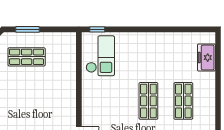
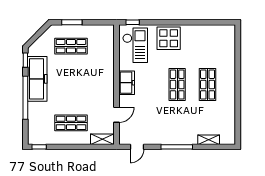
display table: (139, 48) -> (169, 38), added
freezer: (206, 58) -> (127, 83), moved, turned 180

